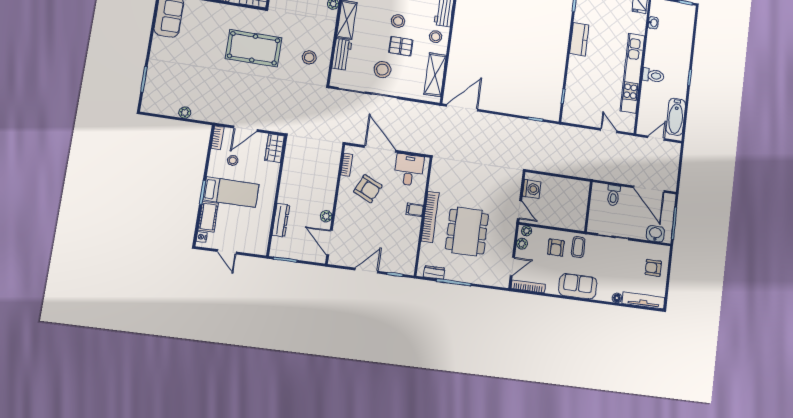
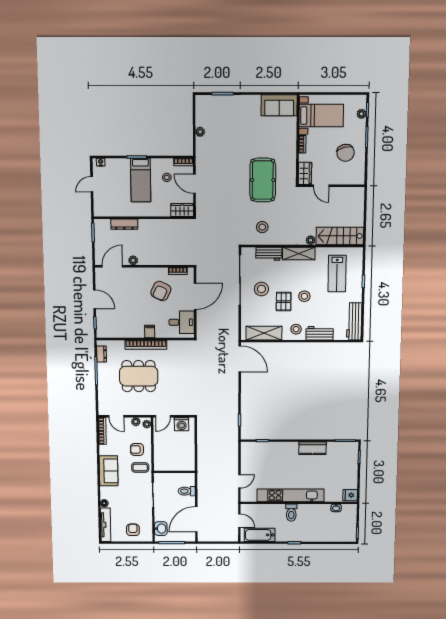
cot: (208, 217) -> (118, 165), removed

